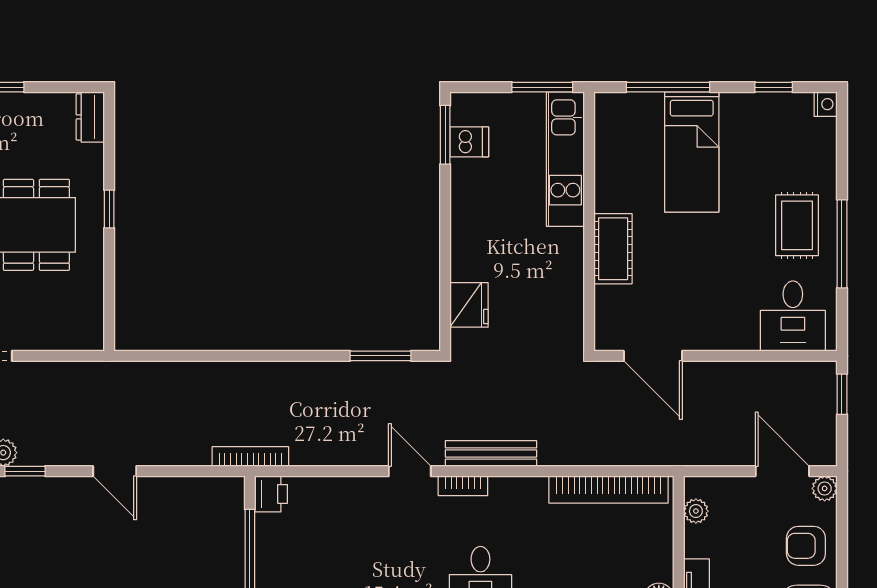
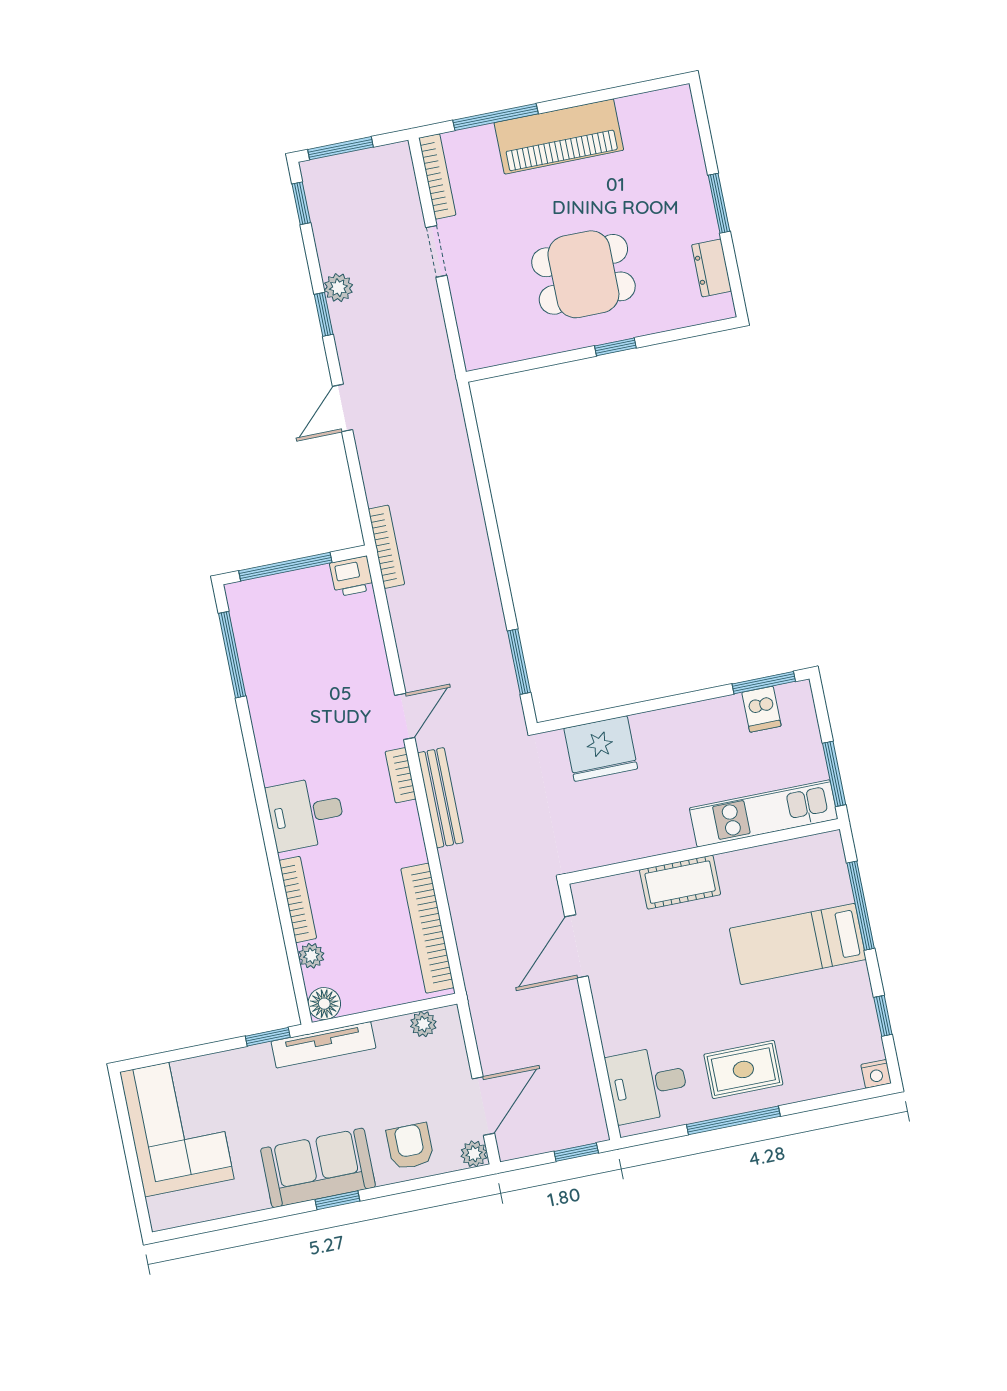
dresser: (90, 117) -> (712, 268), moved, turned -90
fridge: (469, 305) -> (601, 749), width x1.36, depth x1.34

